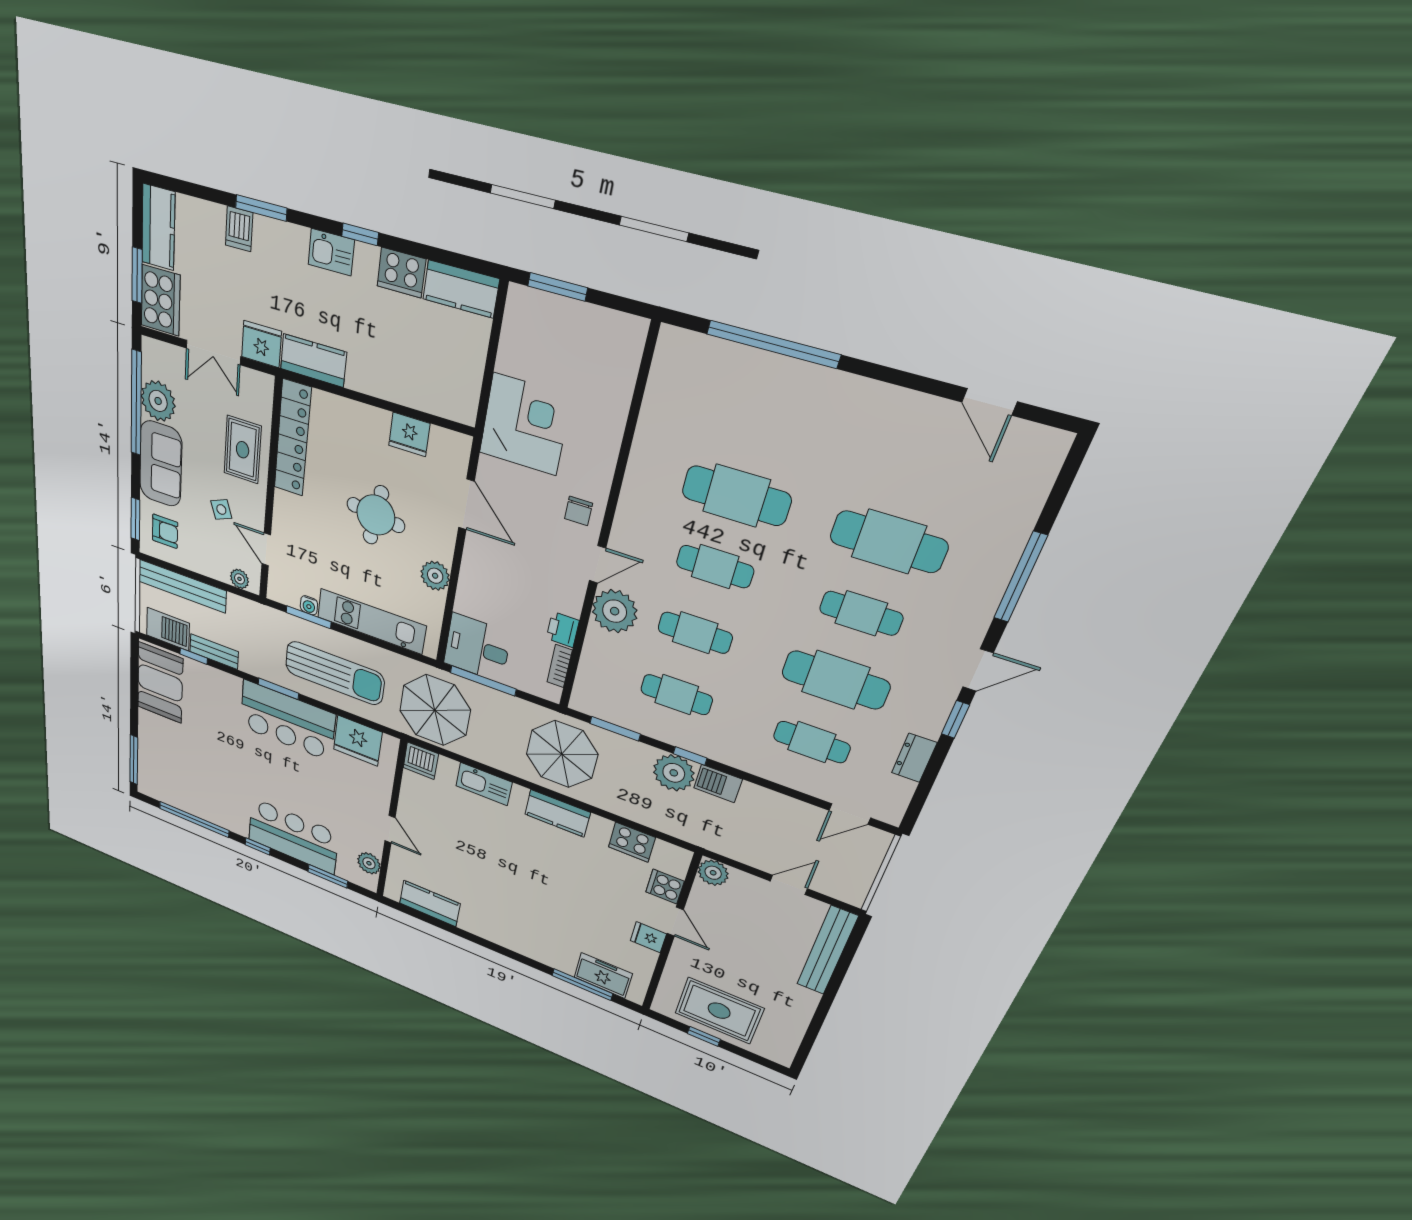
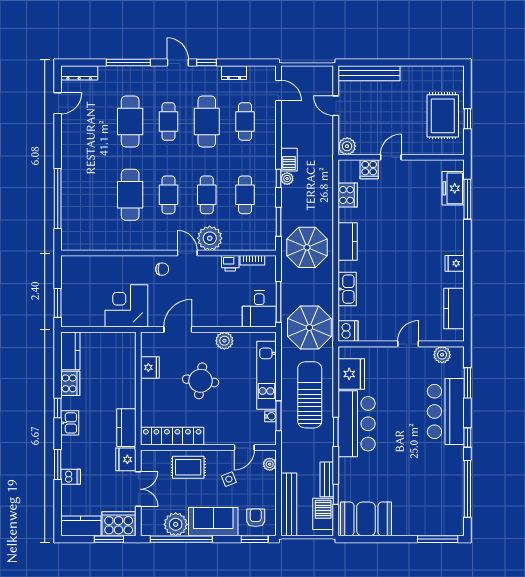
dresser: (1042, 469) -> (79, 73), added
plant: (674, 773) -> (287, 179), width x0.53, depth x0.53
fridge: (648, 937) -> (455, 263), moved, turned 90

